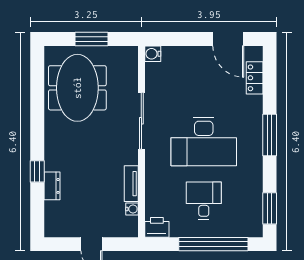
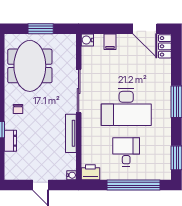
filing cabinet: (182, 56) -> (110, 42), added
locker: (255, 78) -> (165, 46), moved
chair: (62, 144) -> (18, 109), added
tv unit: (131, 184) -> (71, 133), width x1.41
water cooler: (132, 209) -> (71, 175), moved

